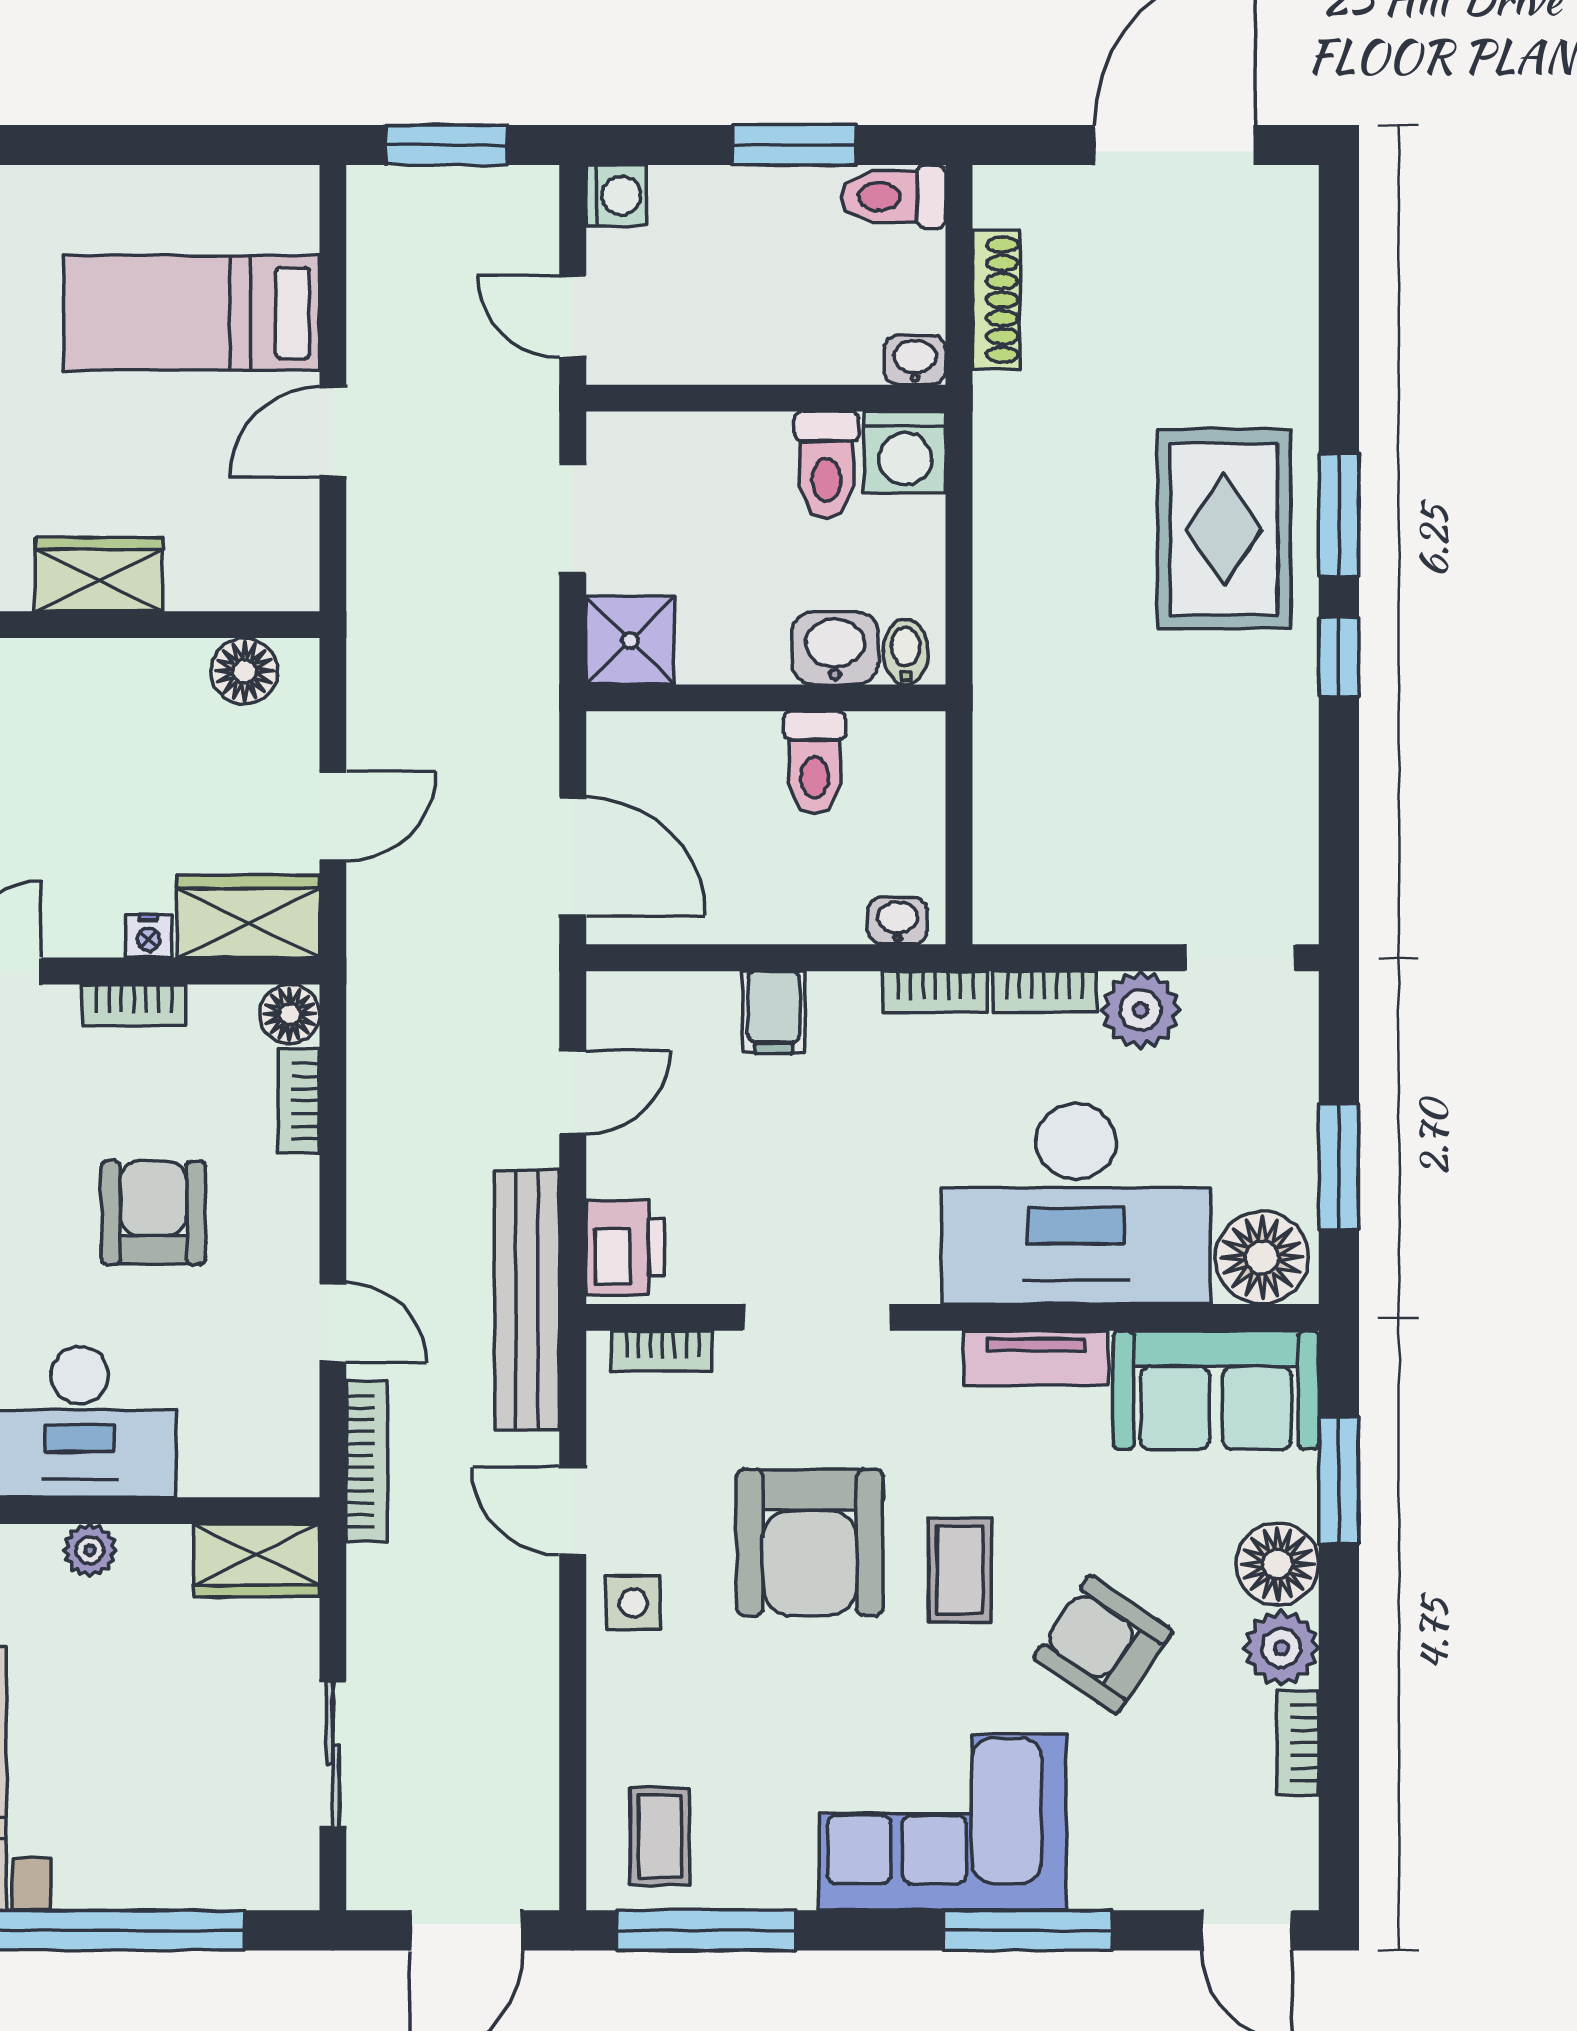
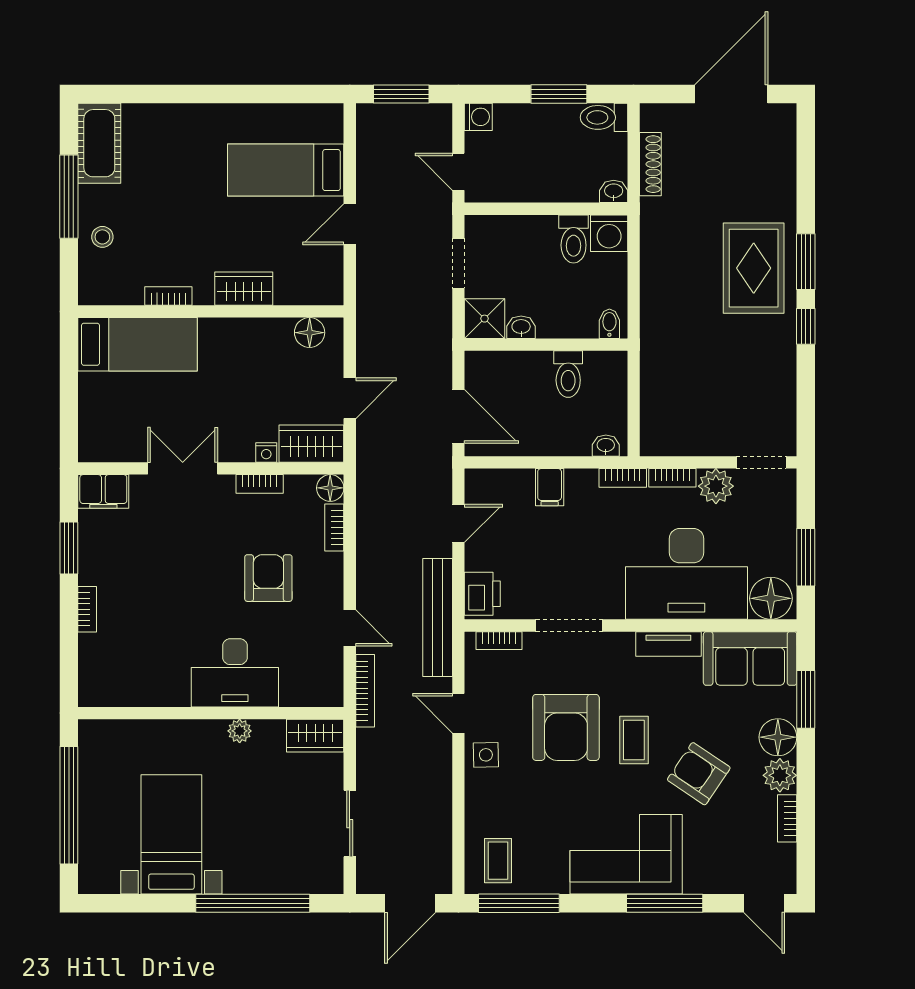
washbasin: (835, 648) -> (521, 327), moved, width x0.72, depth x0.69

